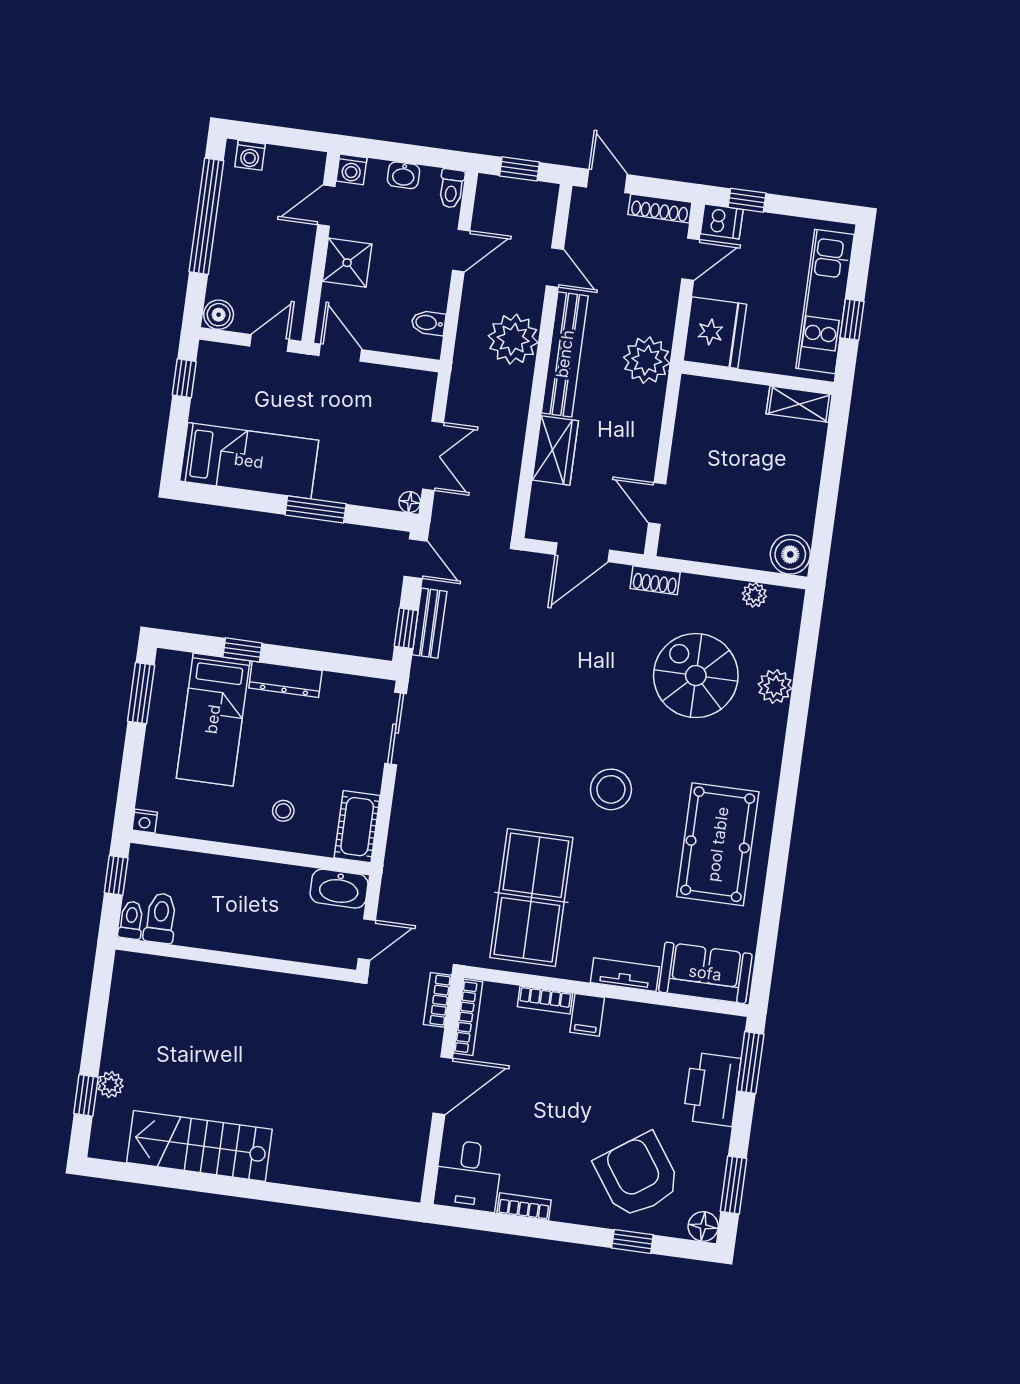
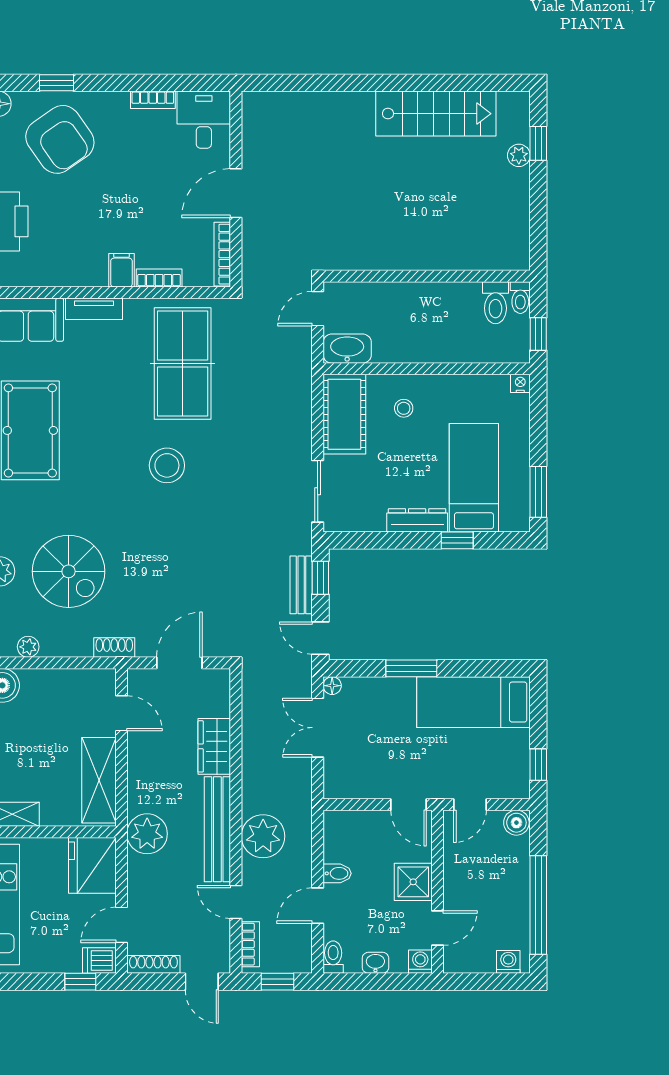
bidet: (428, 323) -> (337, 873), moved
shelving: (694, 430) -> (99, 780), added
stool: (611, 789) -> (167, 465), moved
cot: (357, 827) -> (344, 414), width x1.37, depth x1.34
bookcase: (438, 1000) -> (250, 944), moved

